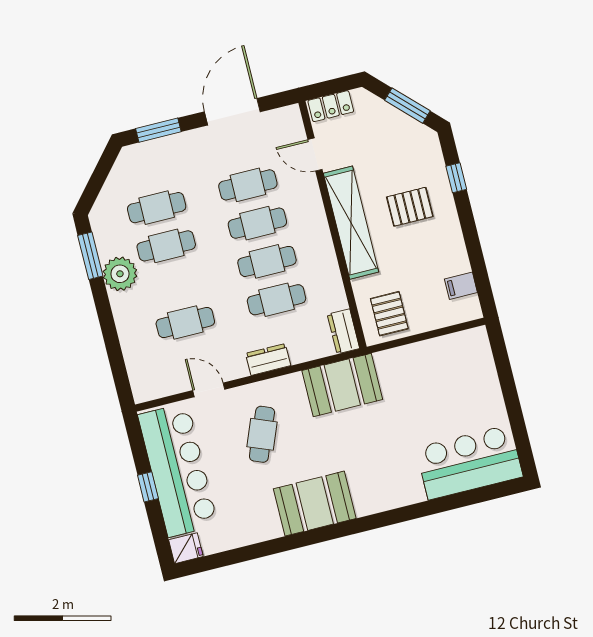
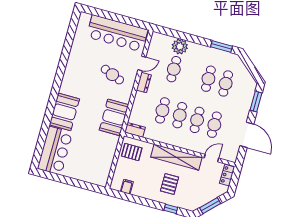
plant: (120, 274) -> (180, 46), moved
dresser: (268, 359) -> (144, 82), moved
window: (148, 487) -> (117, 18), removed
booth: (315, 504) -> (64, 112), moved
fridge: (186, 548) -> (84, 19), removed

